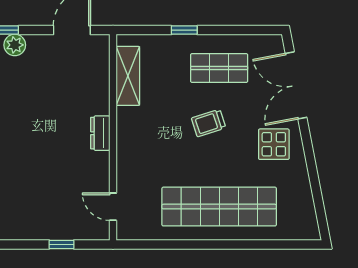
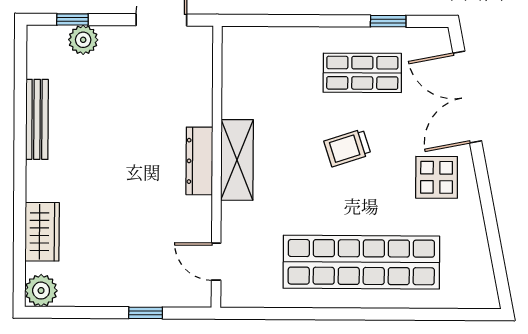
window: (184, 30) -> (388, 21), moved
shelving: (128, 76) -> (237, 160), moved
dresser: (100, 133) -> (199, 161), width x1.44

